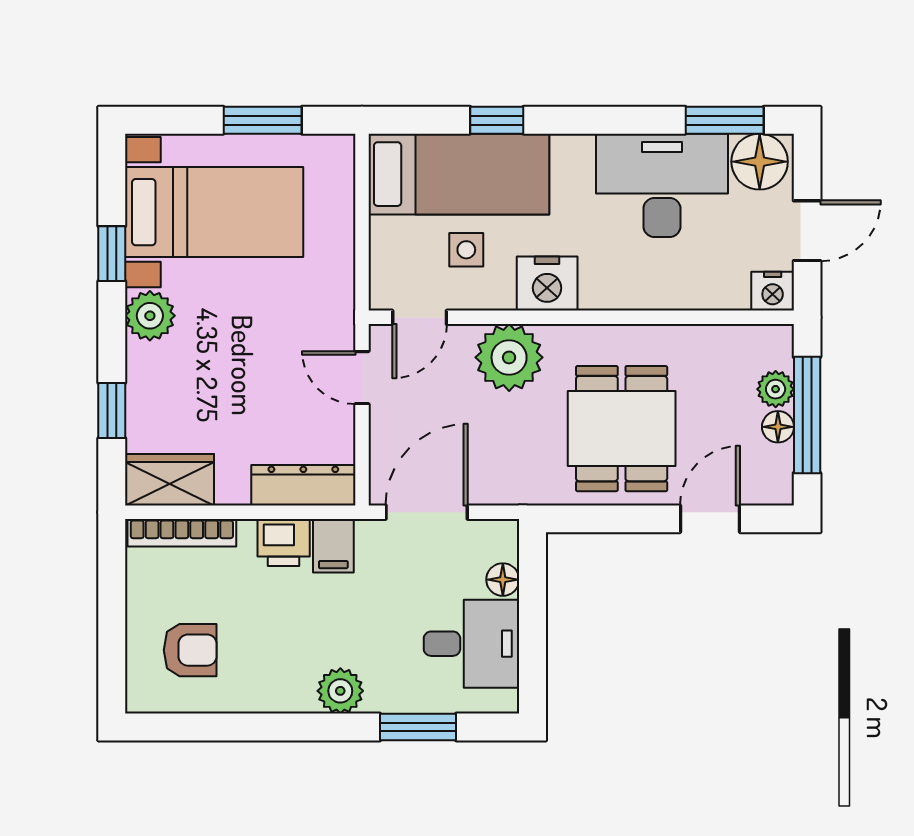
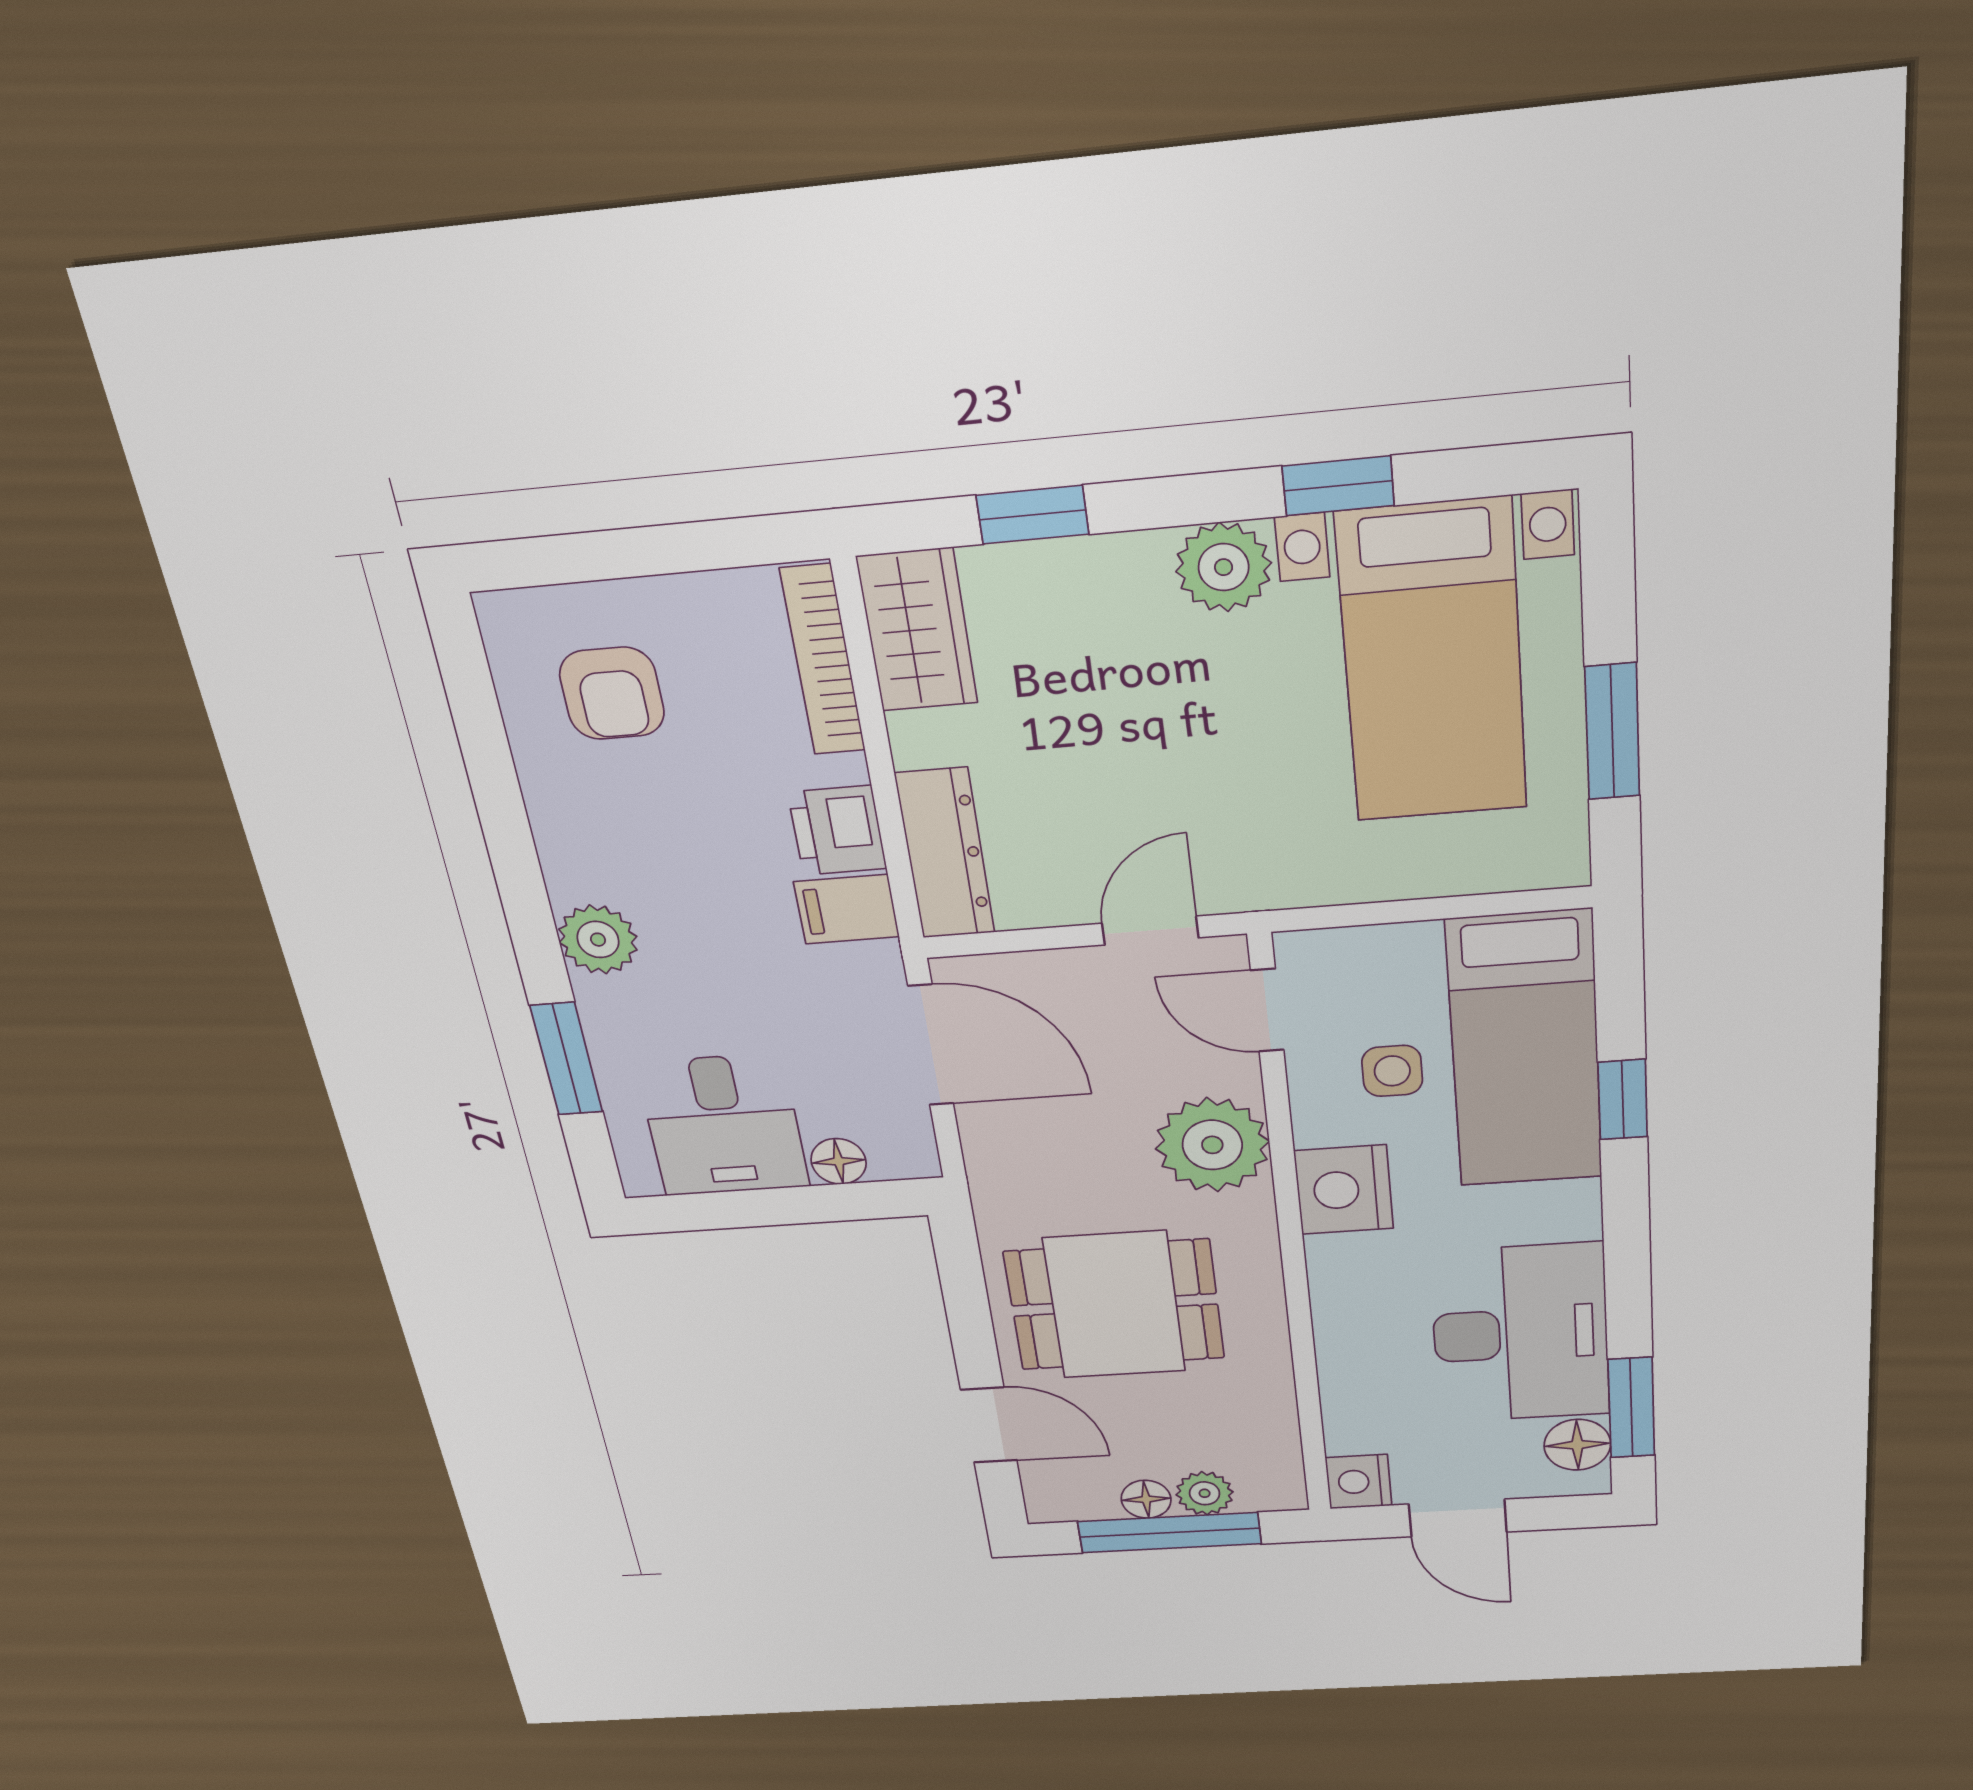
floor lamp: (760, 162) -> (1577, 1445), width x0.73, depth x0.73

